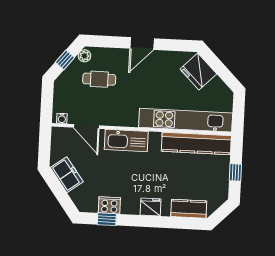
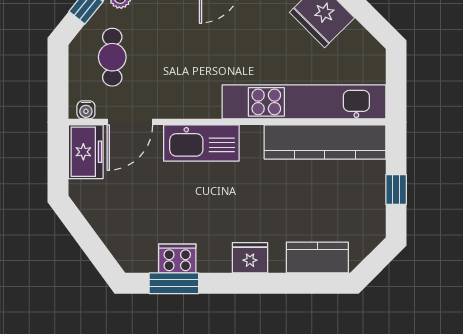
cafe table: (99, 79) -> (112, 57), moved, turned 90
door: (86, 126) -> (130, 122), hinge flipped
freezer: (67, 175) -> (86, 152), moved, turned 36
window: (107, 219) -> (174, 283), width x1.50

